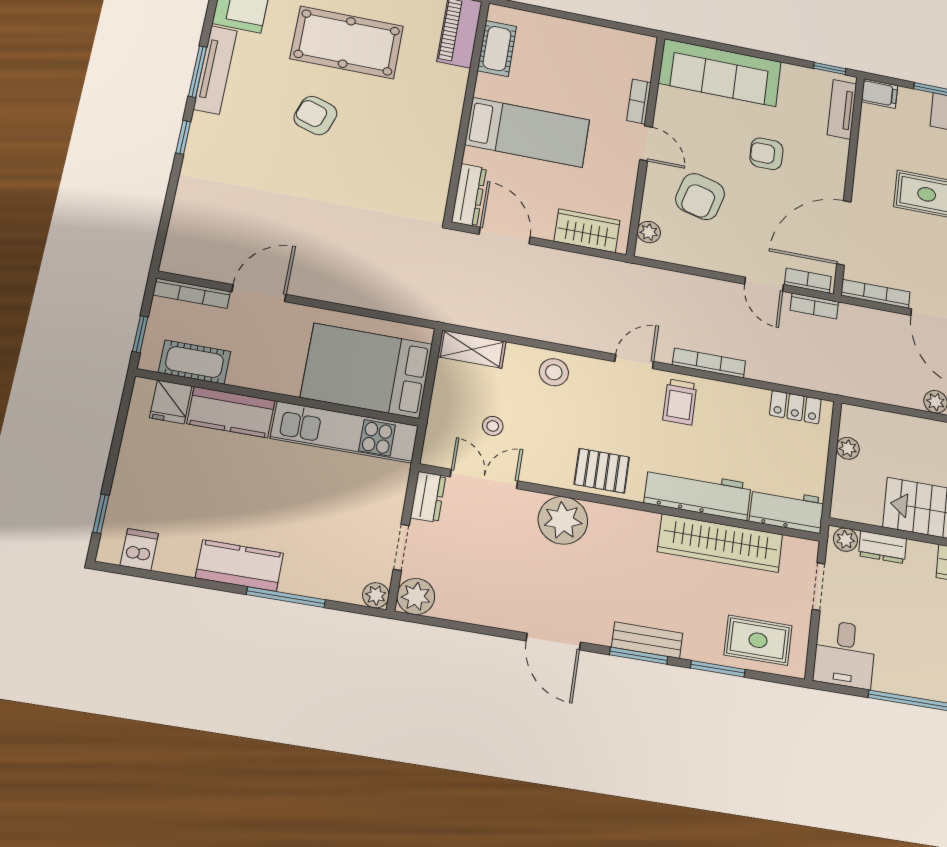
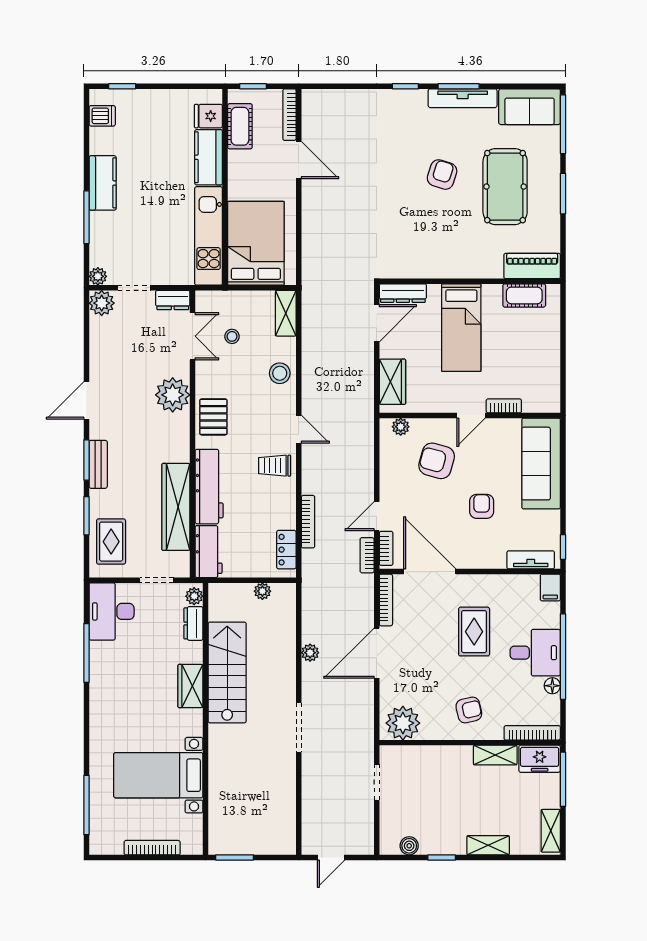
bookcase: (709, 363) -> (308, 522), moved
desk: (844, 654) -> (112, 611), width x1.37

